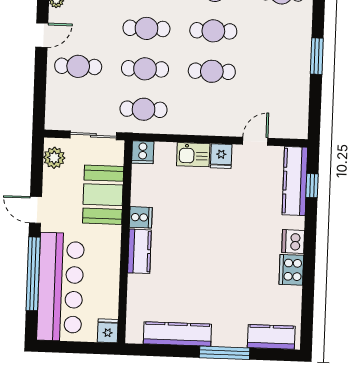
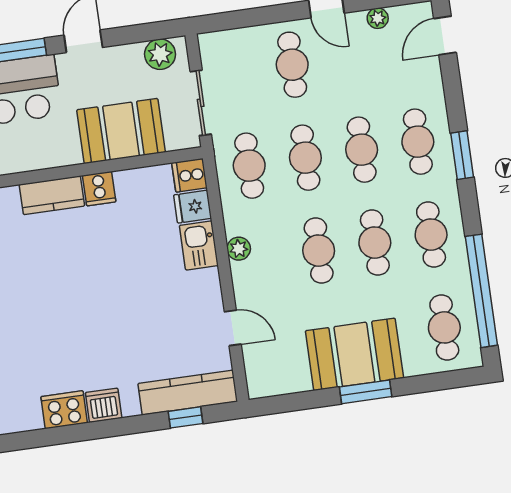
booth: (289, 59) -> (354, 354), added
plant: (200, 127) -> (239, 249), added
fridge: (221, 156) -> (193, 207), moved

